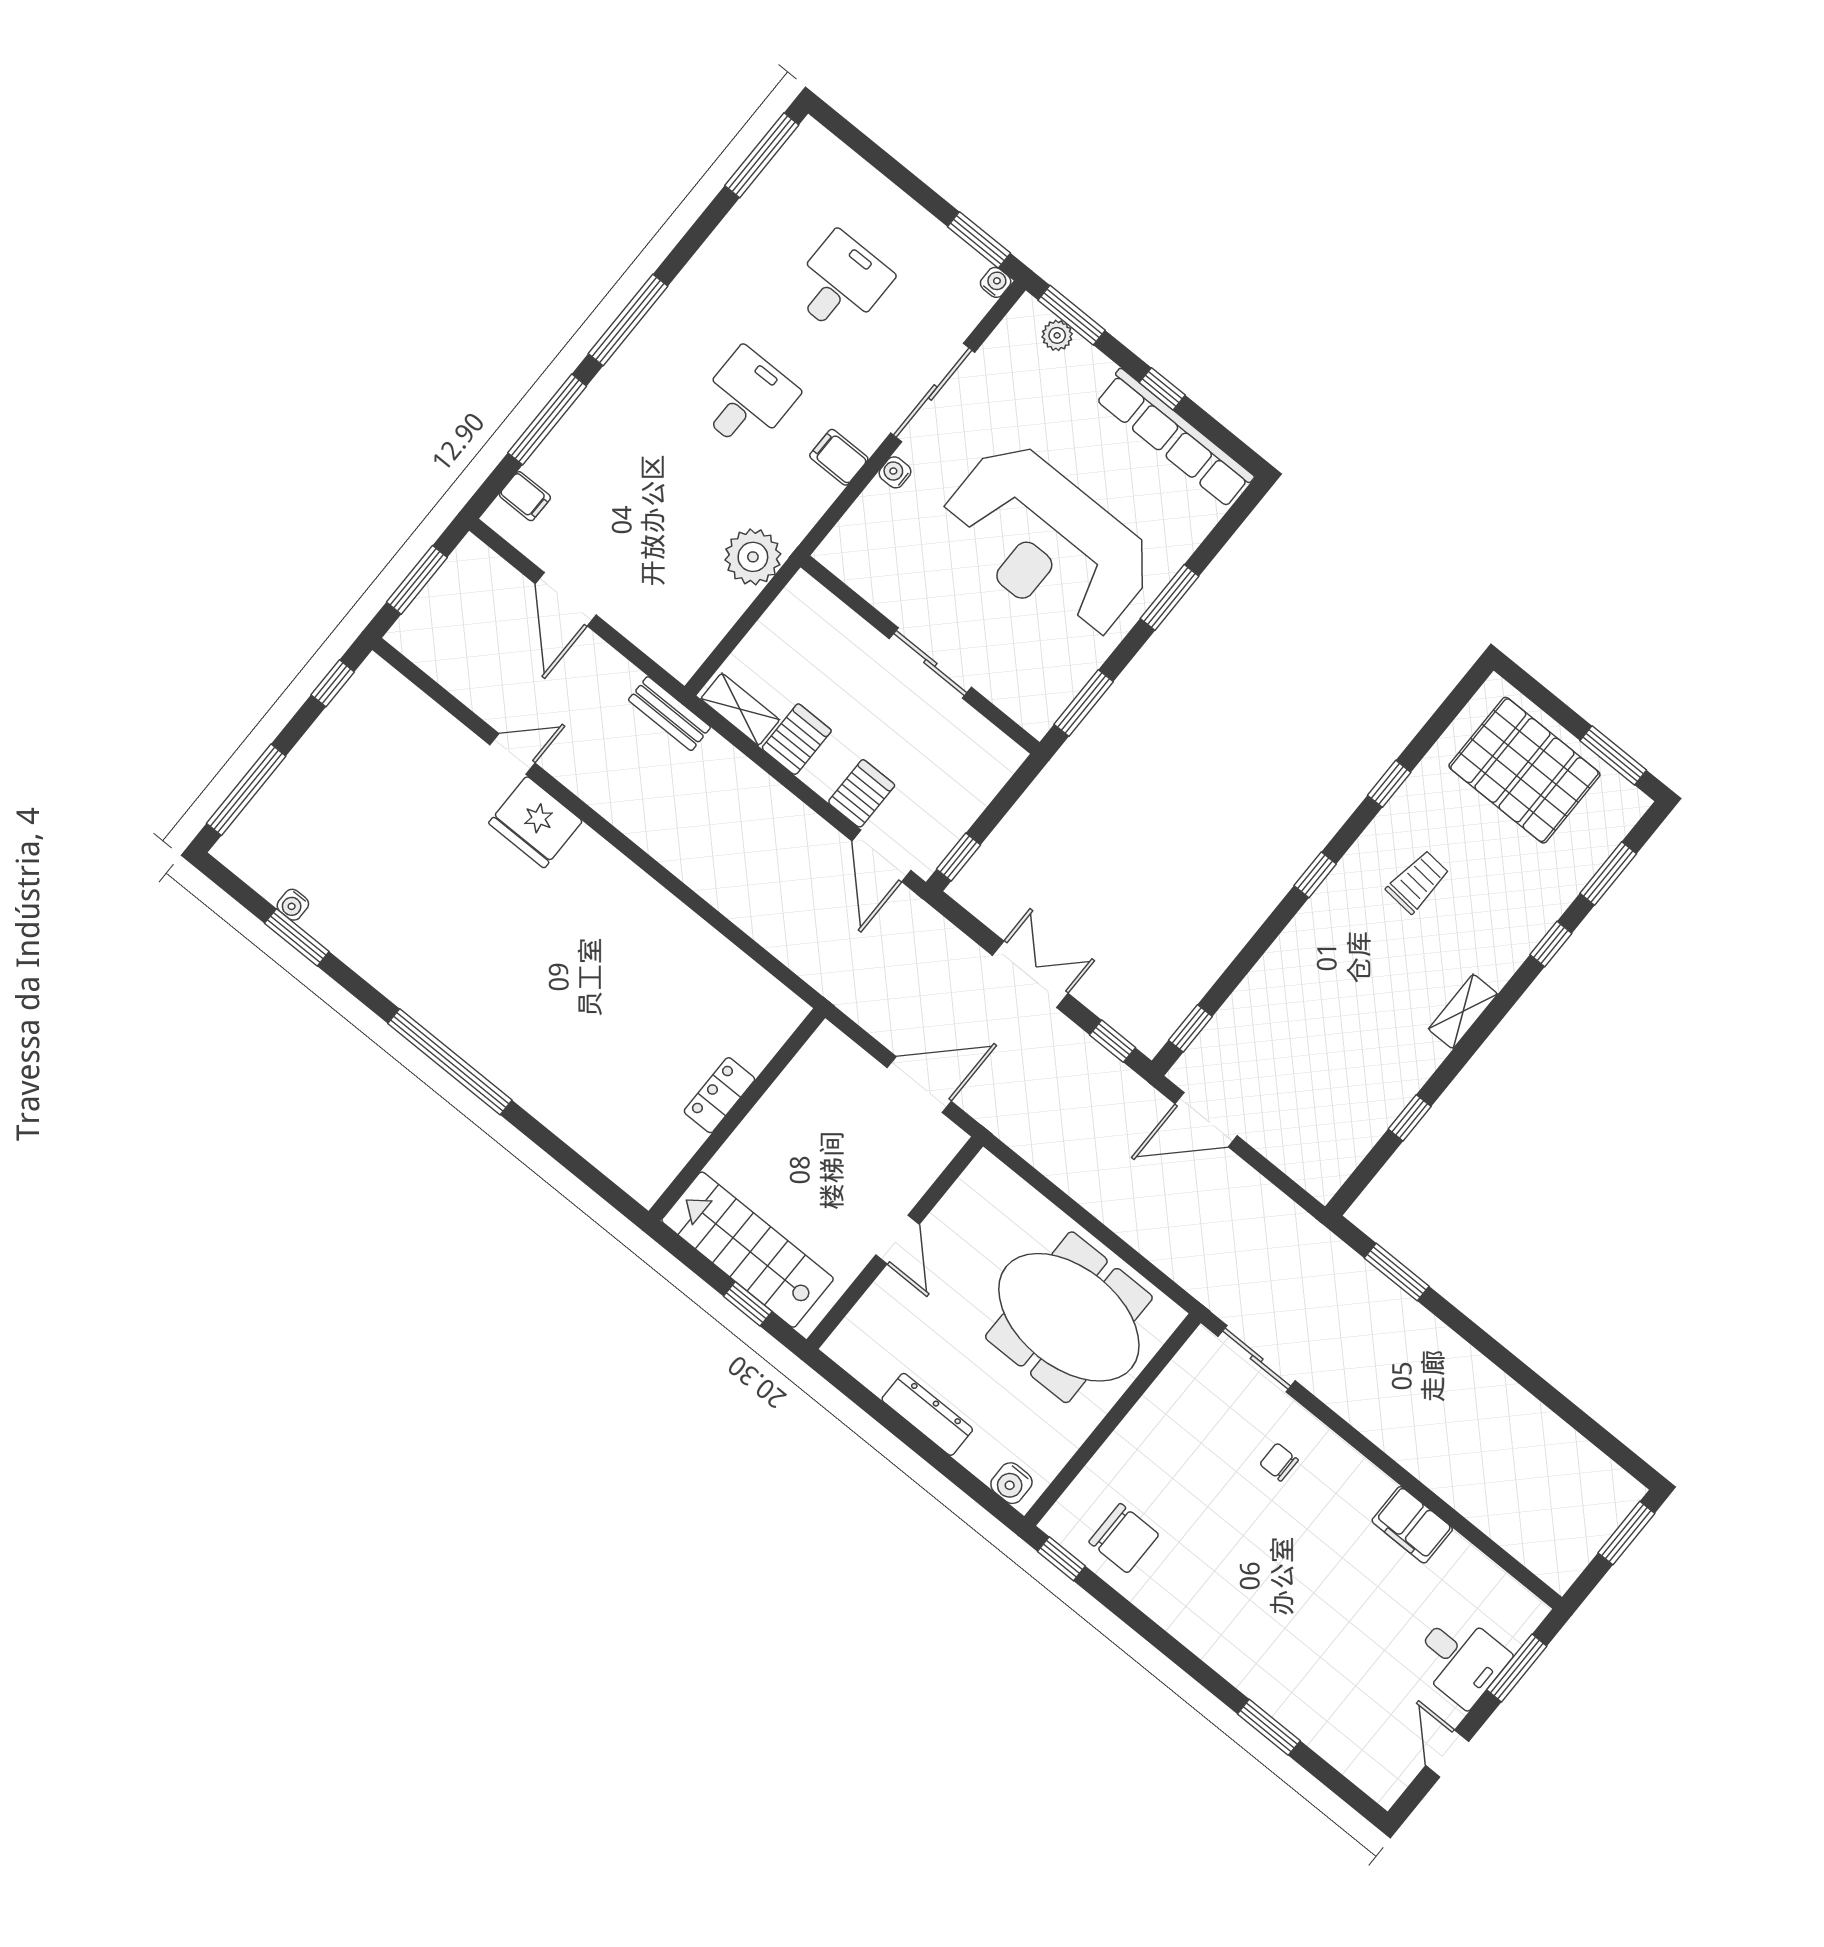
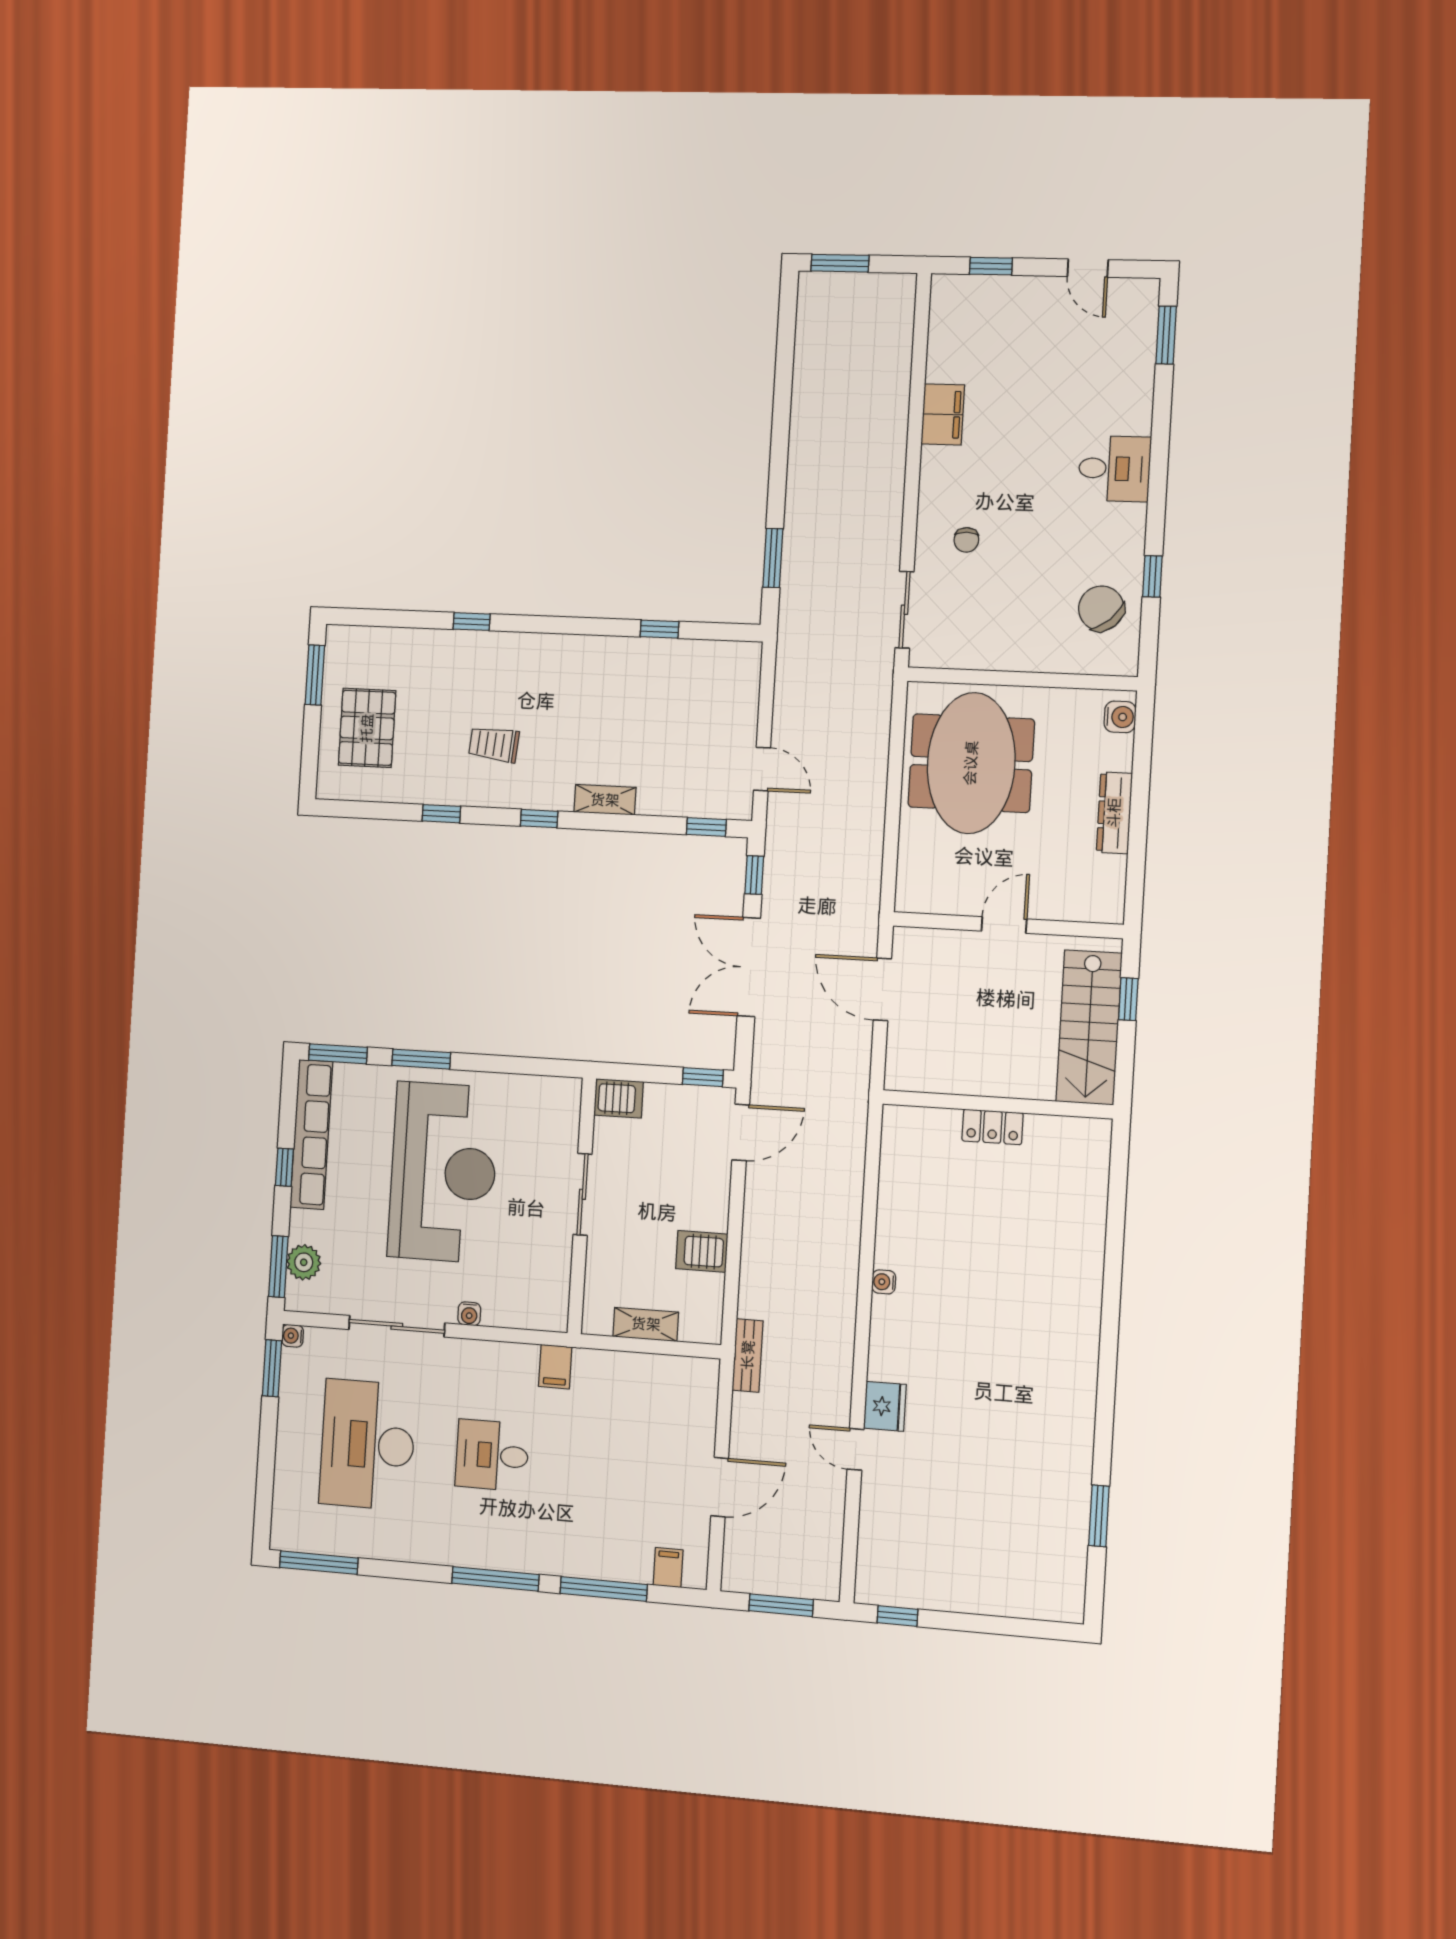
desk: (841, 284) -> (368, 1445), width x1.87, depth x1.30
plant: (1057, 335) -> (304, 1262), width x1.38, depth x1.38
filing cabinet: (839, 457) -> (555, 1367), moved
plant: (753, 557) -> (597, 1373), removed
window: (1084, 703) -> (338, 1054), moved
shelving: (740, 709) -> (646, 1324), moved, turned 90
pallet: (1524, 770) -> (367, 728), width x0.73, depth x0.71
window: (246, 790) -> (1018, 1627), removed
server rack: (861, 794) -> (619, 1098), moved, turned 180
fridge: (535, 822) -> (885, 1406), width x0.73, depth x0.75
window: (1608, 873) -> (396, 619), removed
water cooler: (293, 905) -> (884, 1282), moved, turned 180
double door: (1030, 974) -> (749, 967), width x1.37
shelving: (1463, 1011) -> (605, 800), moved
window: (450, 1062) -> (1109, 1340), removed
door: (1206, 1120) -> (762, 769), width x0.73
chair: (1124, 1538) -> (1101, 608), turned -42
window: (1061, 1559) -> (1152, 576), moved
desk: (1460, 1659) -> (1114, 469), moved, turned 90
window: (1517, 1668) -> (991, 266), width x0.67
window: (1269, 1727) -> (1166, 335), moved
door: (1447, 1753) -> (1088, 268), hinge flipped

